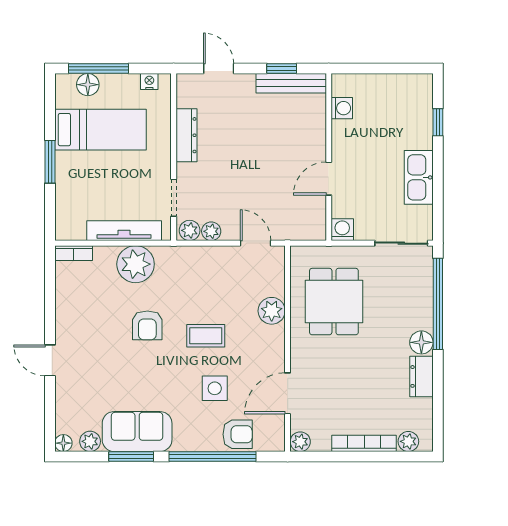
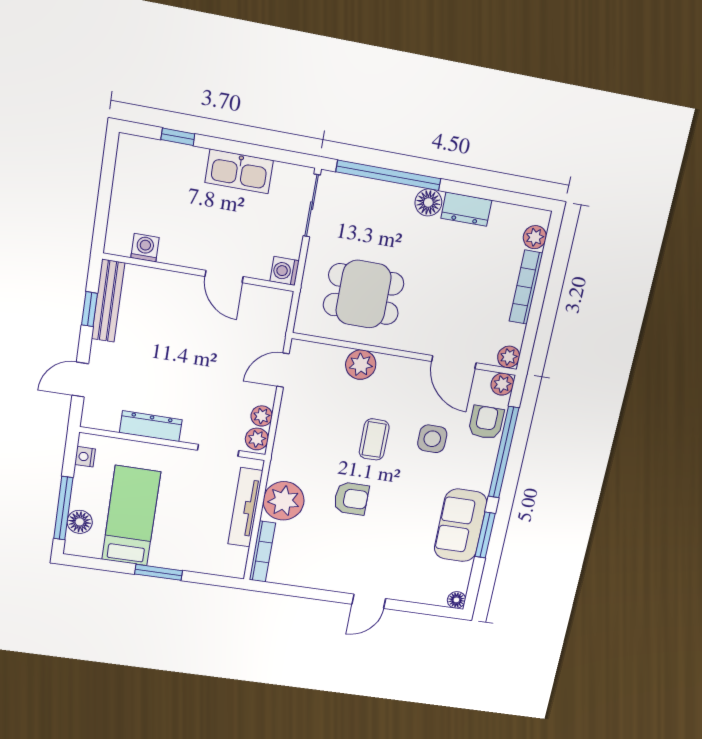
bookcase: (74, 253) -> (262, 552), width x1.56
plant: (90, 441) -> (502, 384), moved

